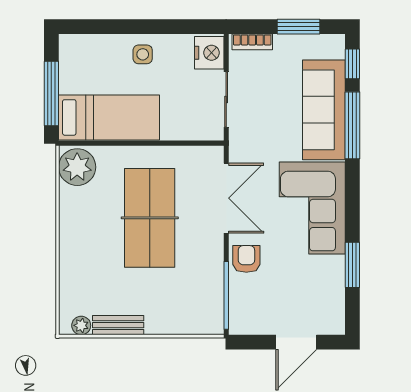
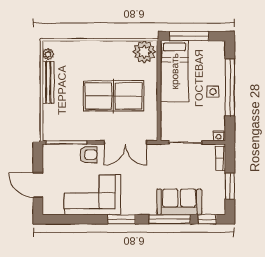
window: (136, 27) -> (230, 88), added
nightstand: (209, 53) -> (219, 136), width x0.53, depth x0.56
sofa: (324, 110) -> (179, 202), width x0.73
corner sofa: (312, 208) -> (93, 195), moved
window: (352, 265) -> (122, 219), moved
bench: (118, 325) -> (48, 82), width x1.36

